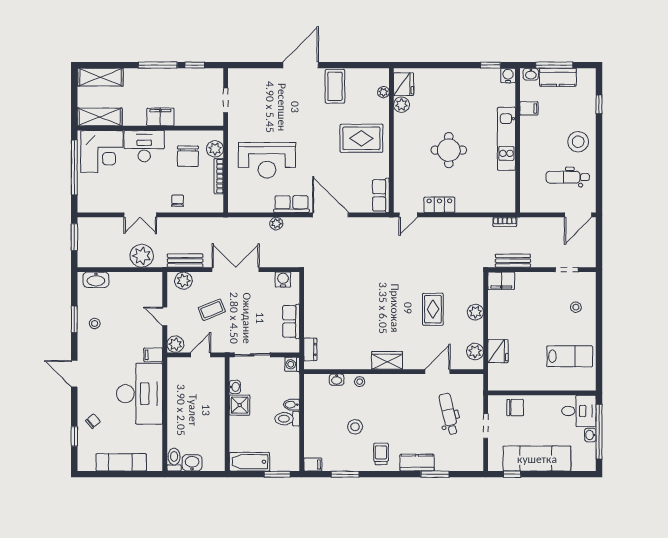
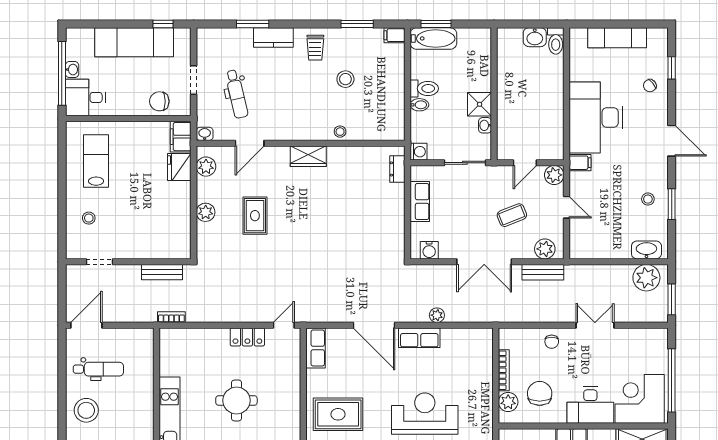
reception desk: (267, 160) -> (425, 414), moved
plant: (142, 256) -> (646, 278), moved
filing cabinet: (501, 281) -> (181, 137), moved, turned -90
lab bench: (570, 356) -> (96, 161), turned 90
washbasin: (337, 380) -> (205, 134), moved
bathtub: (249, 462) -> (433, 38), moved

